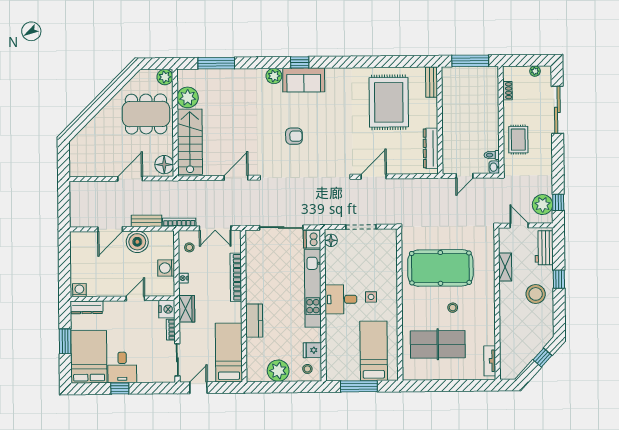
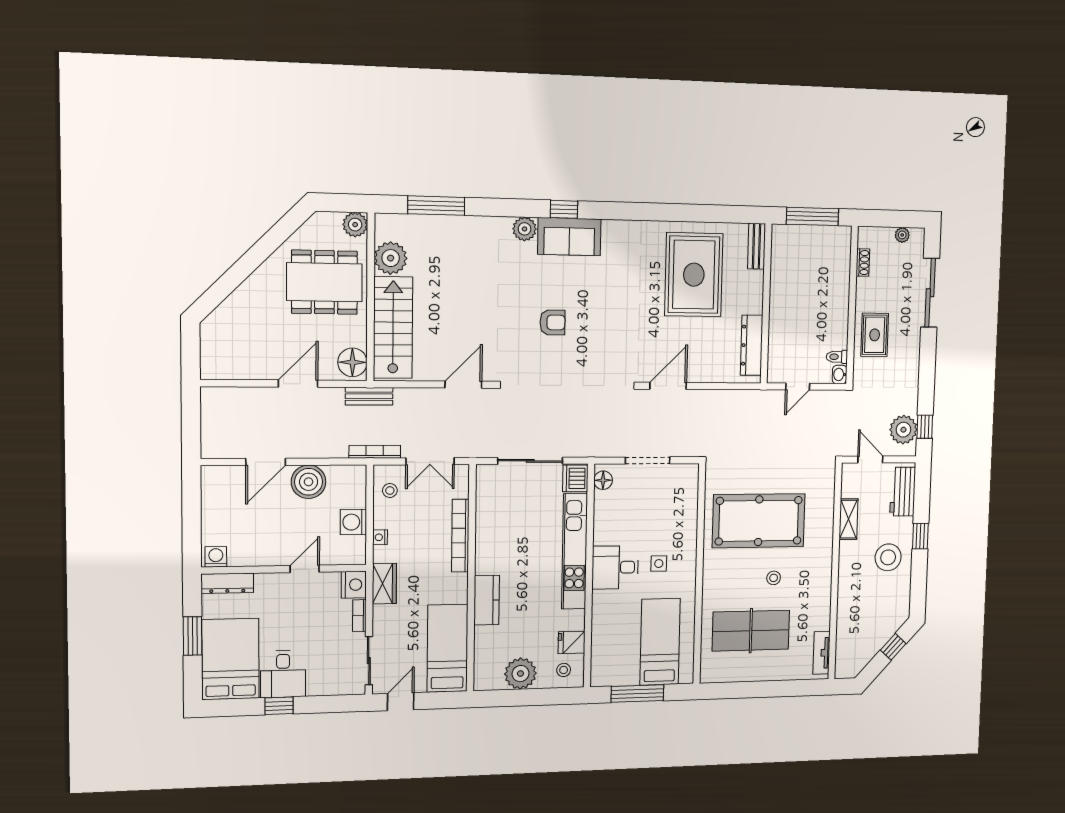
bench: (147, 221) -> (369, 396), moved

